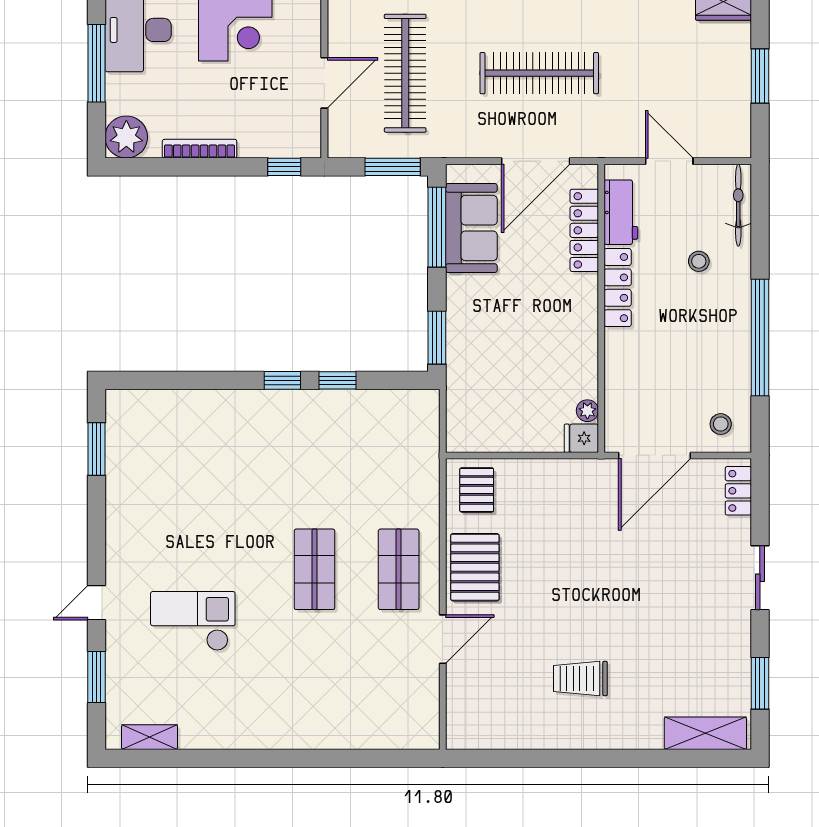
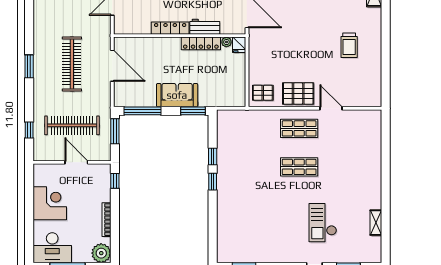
workbench: (621, 212) -> (205, 27), moved
sofa: (471, 228) -> (177, 95), moved
locker: (584, 230) -> (201, 43), moved
shelving: (150, 737) -> (376, 223), moved

